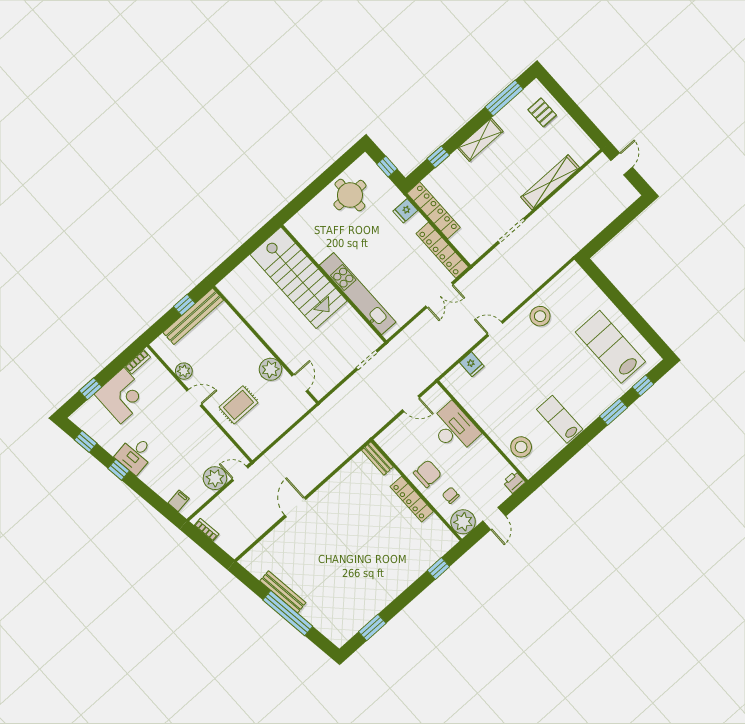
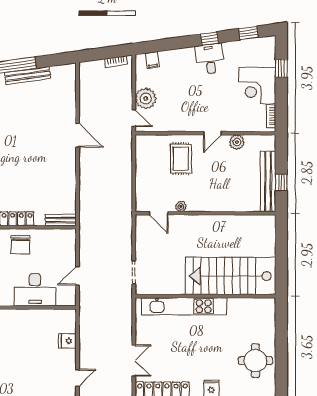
double door: (439, 295) -> (134, 361), swing flipped
plant: (271, 369) -> (181, 206), width x0.53, depth x0.53
door: (240, 473) -> (134, 118), hinge flipped

